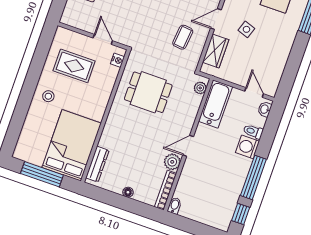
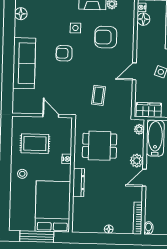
coffee table: (183, 37) -> (98, 95), moved
wardrobe: (216, 51) -> (149, 110), moved, turned -90
nightstand: (118, 60) -> (67, 159), moved
plant: (172, 162) -> (137, 161), moved
dresser: (97, 164) -> (79, 182), moved

